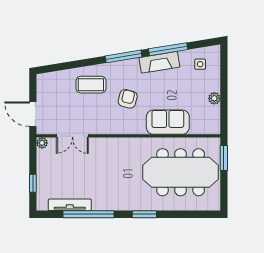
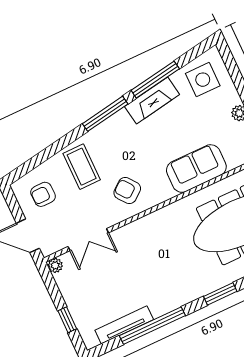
side table: (200, 64) -> (203, 80), width x1.87, depth x1.87
coffee table: (91, 85) -> (82, 167), turned 90
armchair: (56, 91) -> (43, 194), added
armchair: (128, 99) -> (127, 191), moved, turned -52

